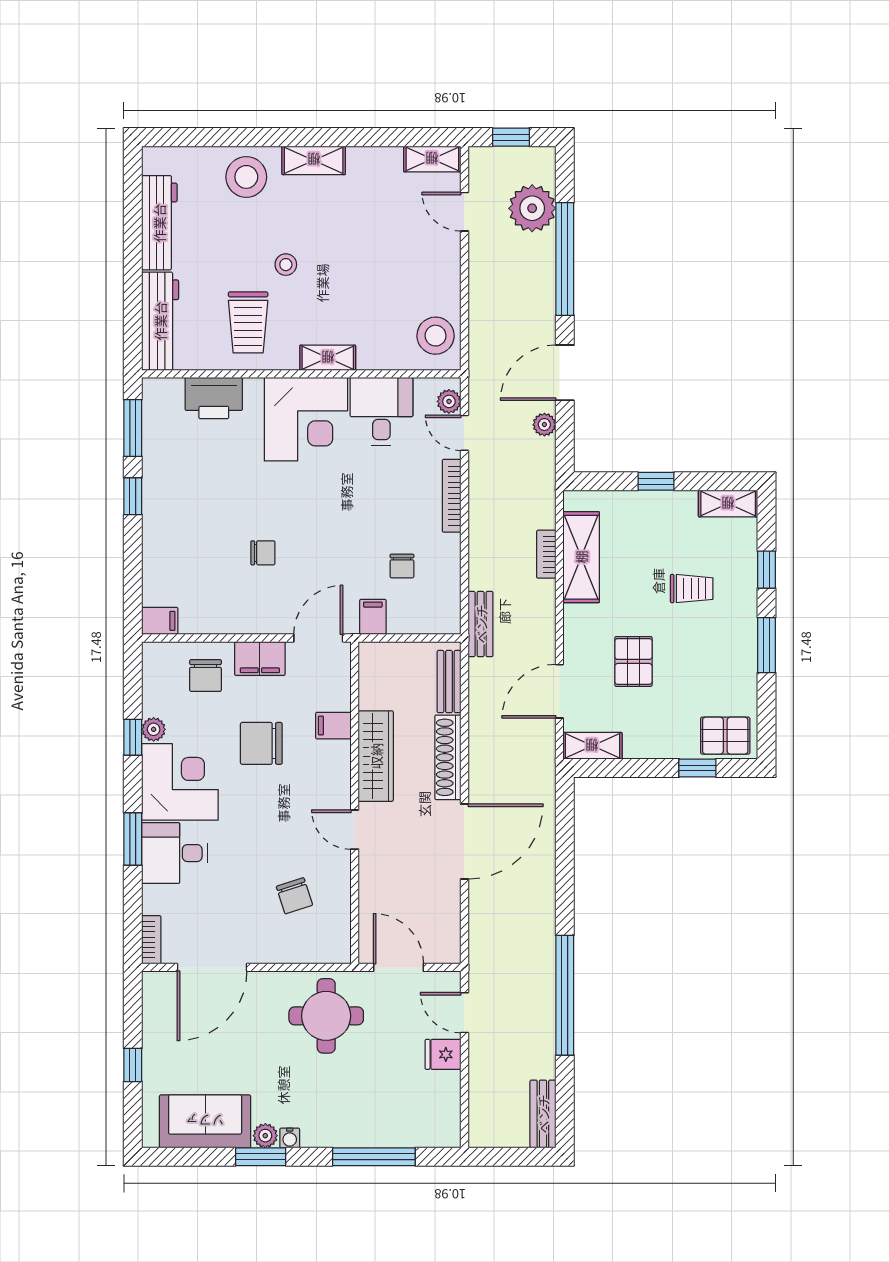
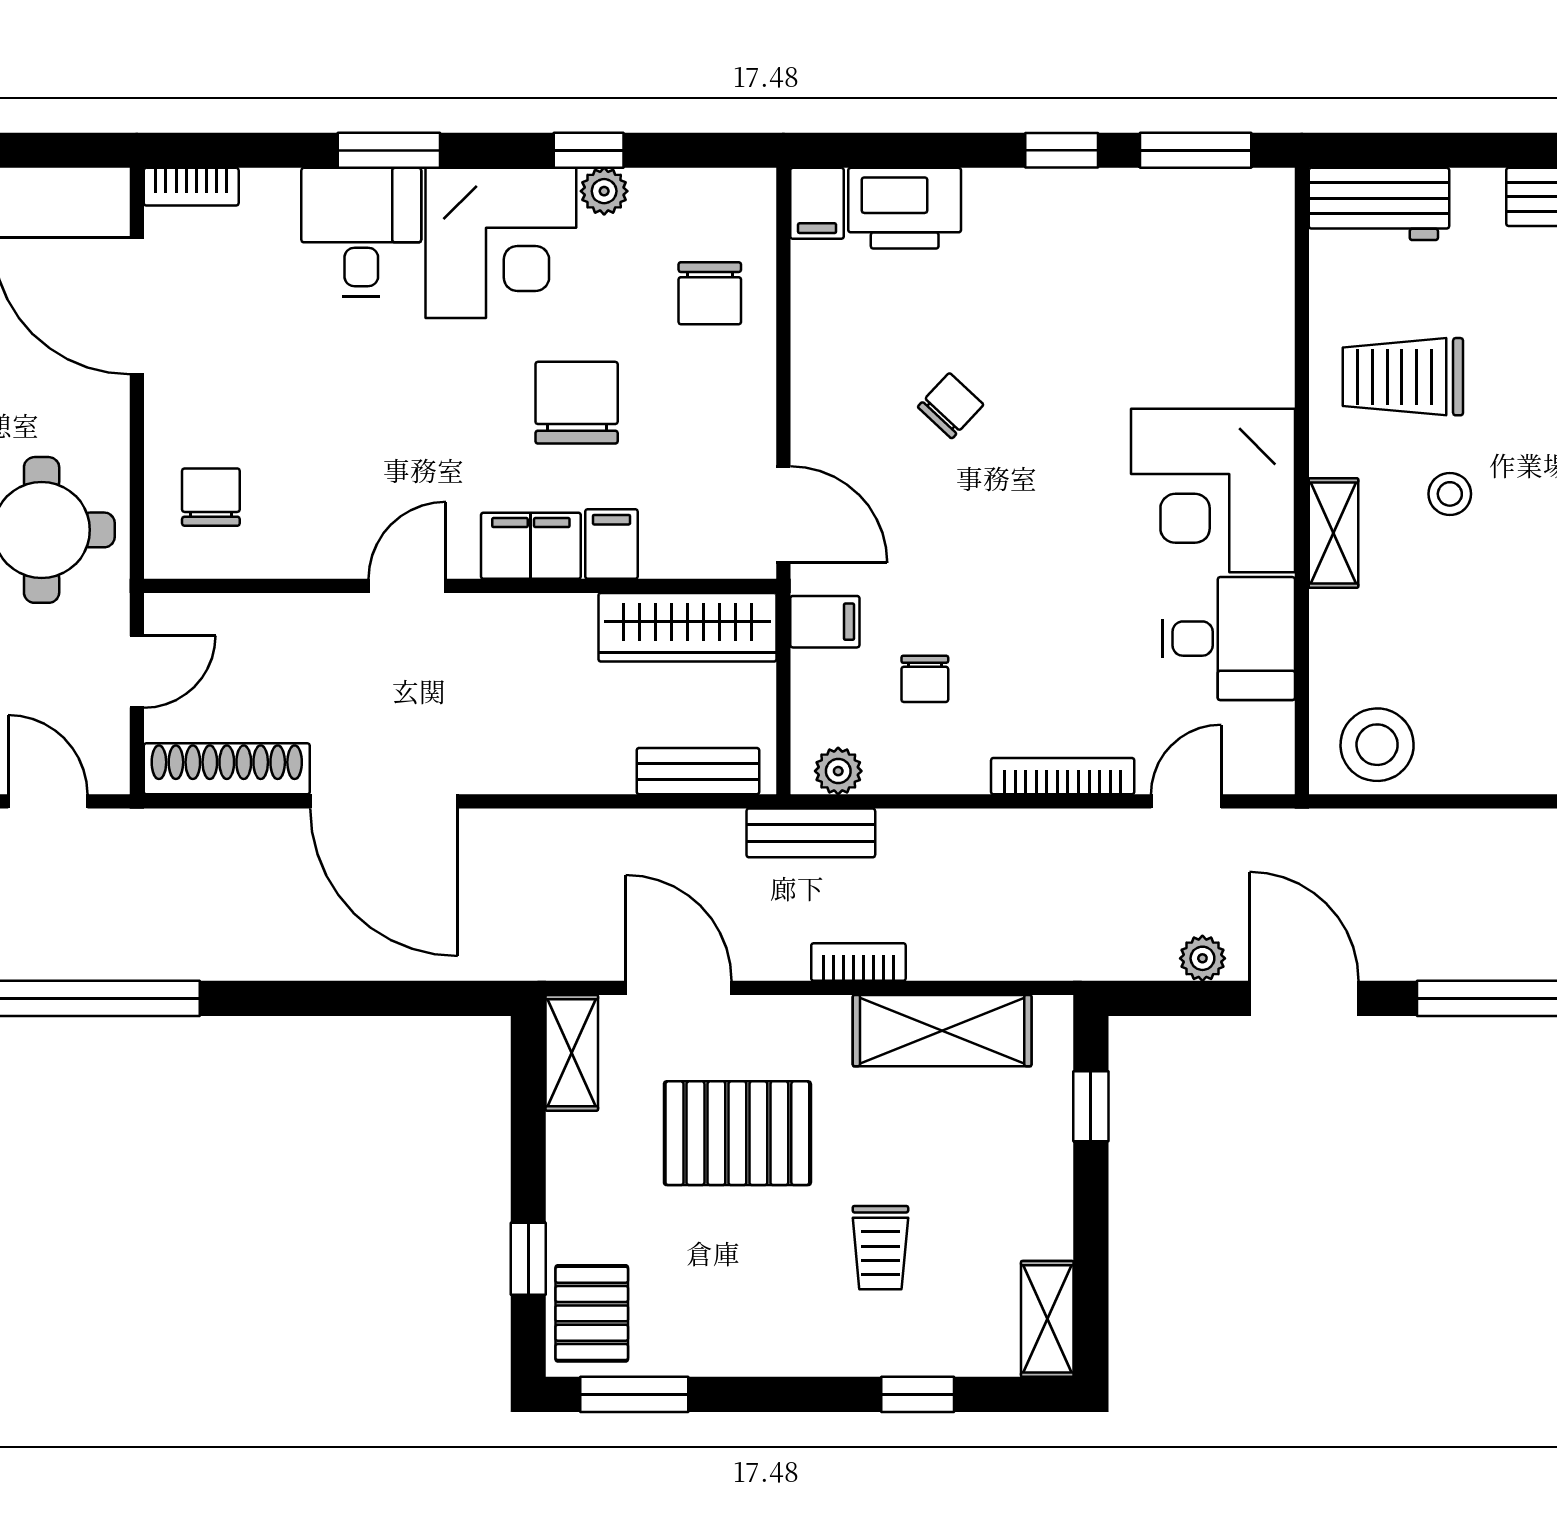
stool: (286, 265) -> (1450, 494), moved
workbench: (160, 321) -> (1379, 204), width x0.73
printer: (214, 398) -> (905, 208), moved, turned -90
plant: (449, 401) -> (838, 771), moved
window: (656, 481) -> (1091, 1106), moved
chair: (263, 553) -> (951, 406), turned -137
bookcase: (546, 554) -> (858, 962), moved
chair: (402, 566) -> (925, 679), turned -90
window: (767, 645) -> (634, 1394), moved
filing cabinet: (260, 658) -> (531, 546), moved, turned 90
pallet: (633, 661) -> (737, 1133), width x1.50, depth x1.42
chair: (206, 676) -> (710, 293), turned -90
wardrobe: (376, 756) -> (687, 627), moved
shoe rack: (448, 757) -> (227, 769), moved
chair: (294, 896) -> (211, 497), moved, turned 108
door: (398, 967) -> (137, 672), width x0.73
door: (464, 1013) -> (48, 801), hinge flipped

